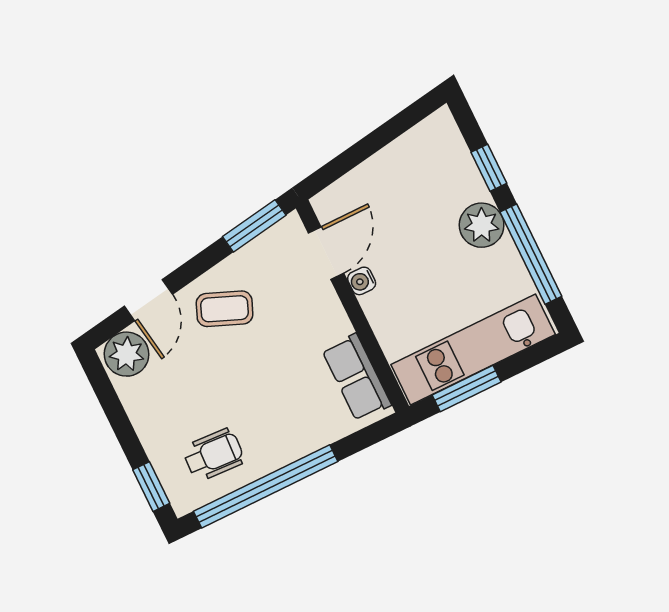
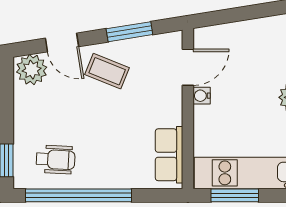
window: (254, 226) -> (129, 32), moved
door: (148, 300) -> (62, 42), hinge flipped

